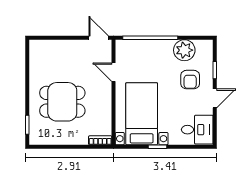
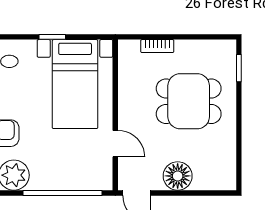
floor lamp: (70, 50) -> (178, 176), added
bookcase: (100, 140) -> (157, 46), moved

